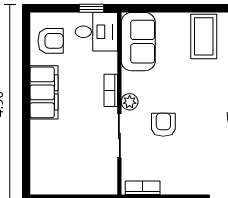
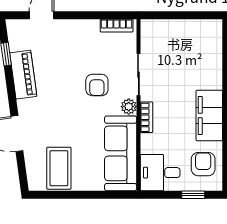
window: (92, 8) -> (193, 195), moved
armchair: (51, 41) -> (203, 164), turned 90
sofa: (138, 42) -> (121, 153), width x1.36

